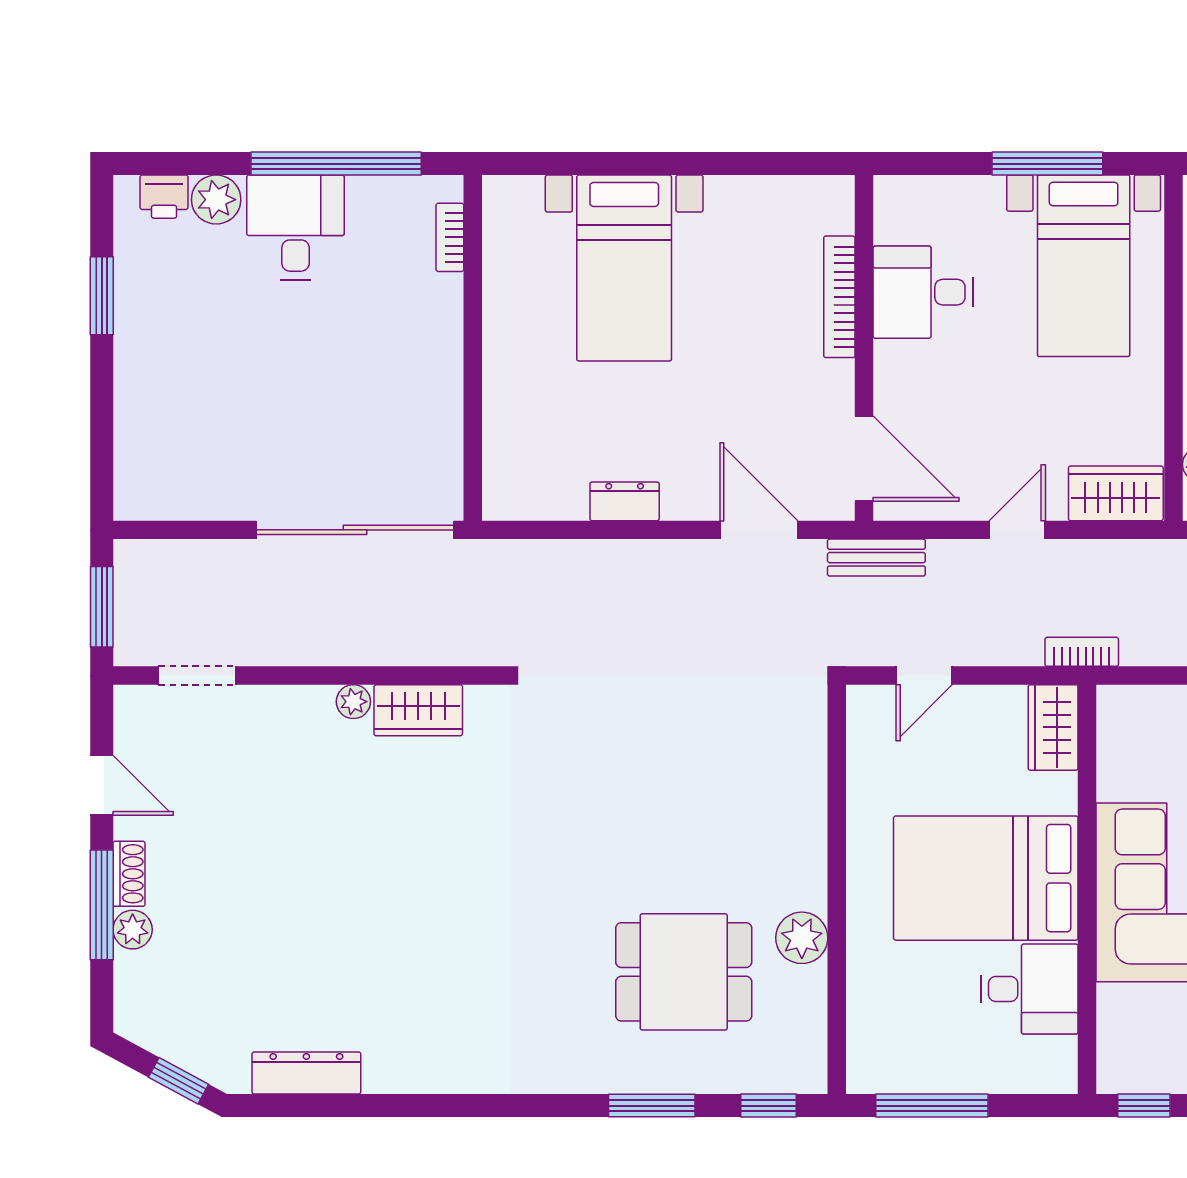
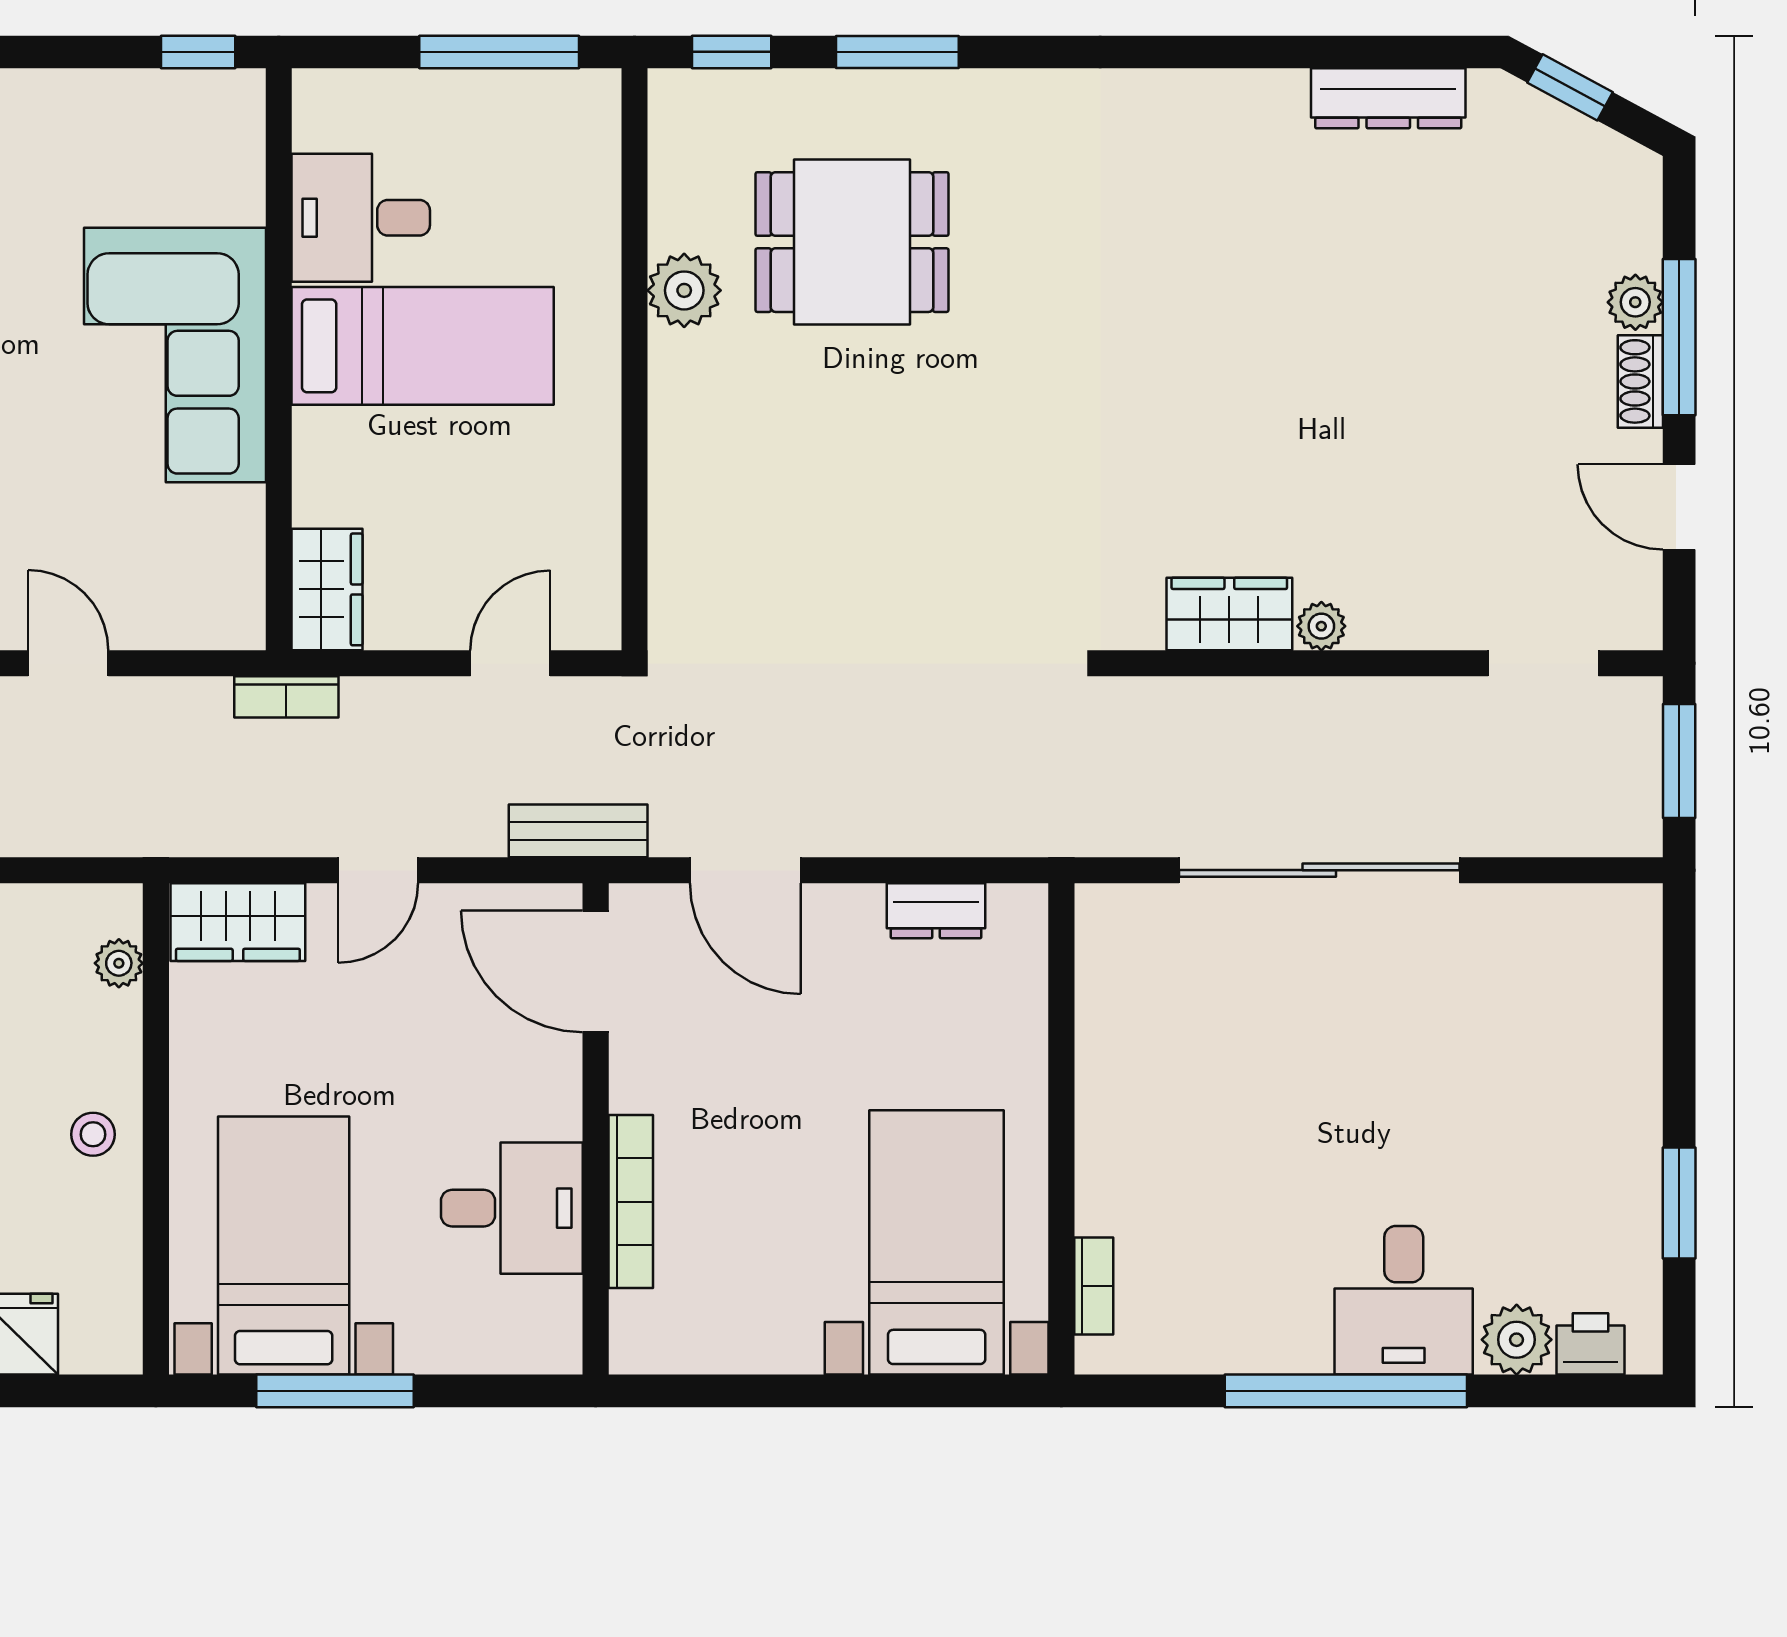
bookcase: (450, 237) -> (1094, 1286), moved
wall: (473, 348) -> (1061, 1129), moved
bed: (986, 878) -> (423, 346), width x0.67

